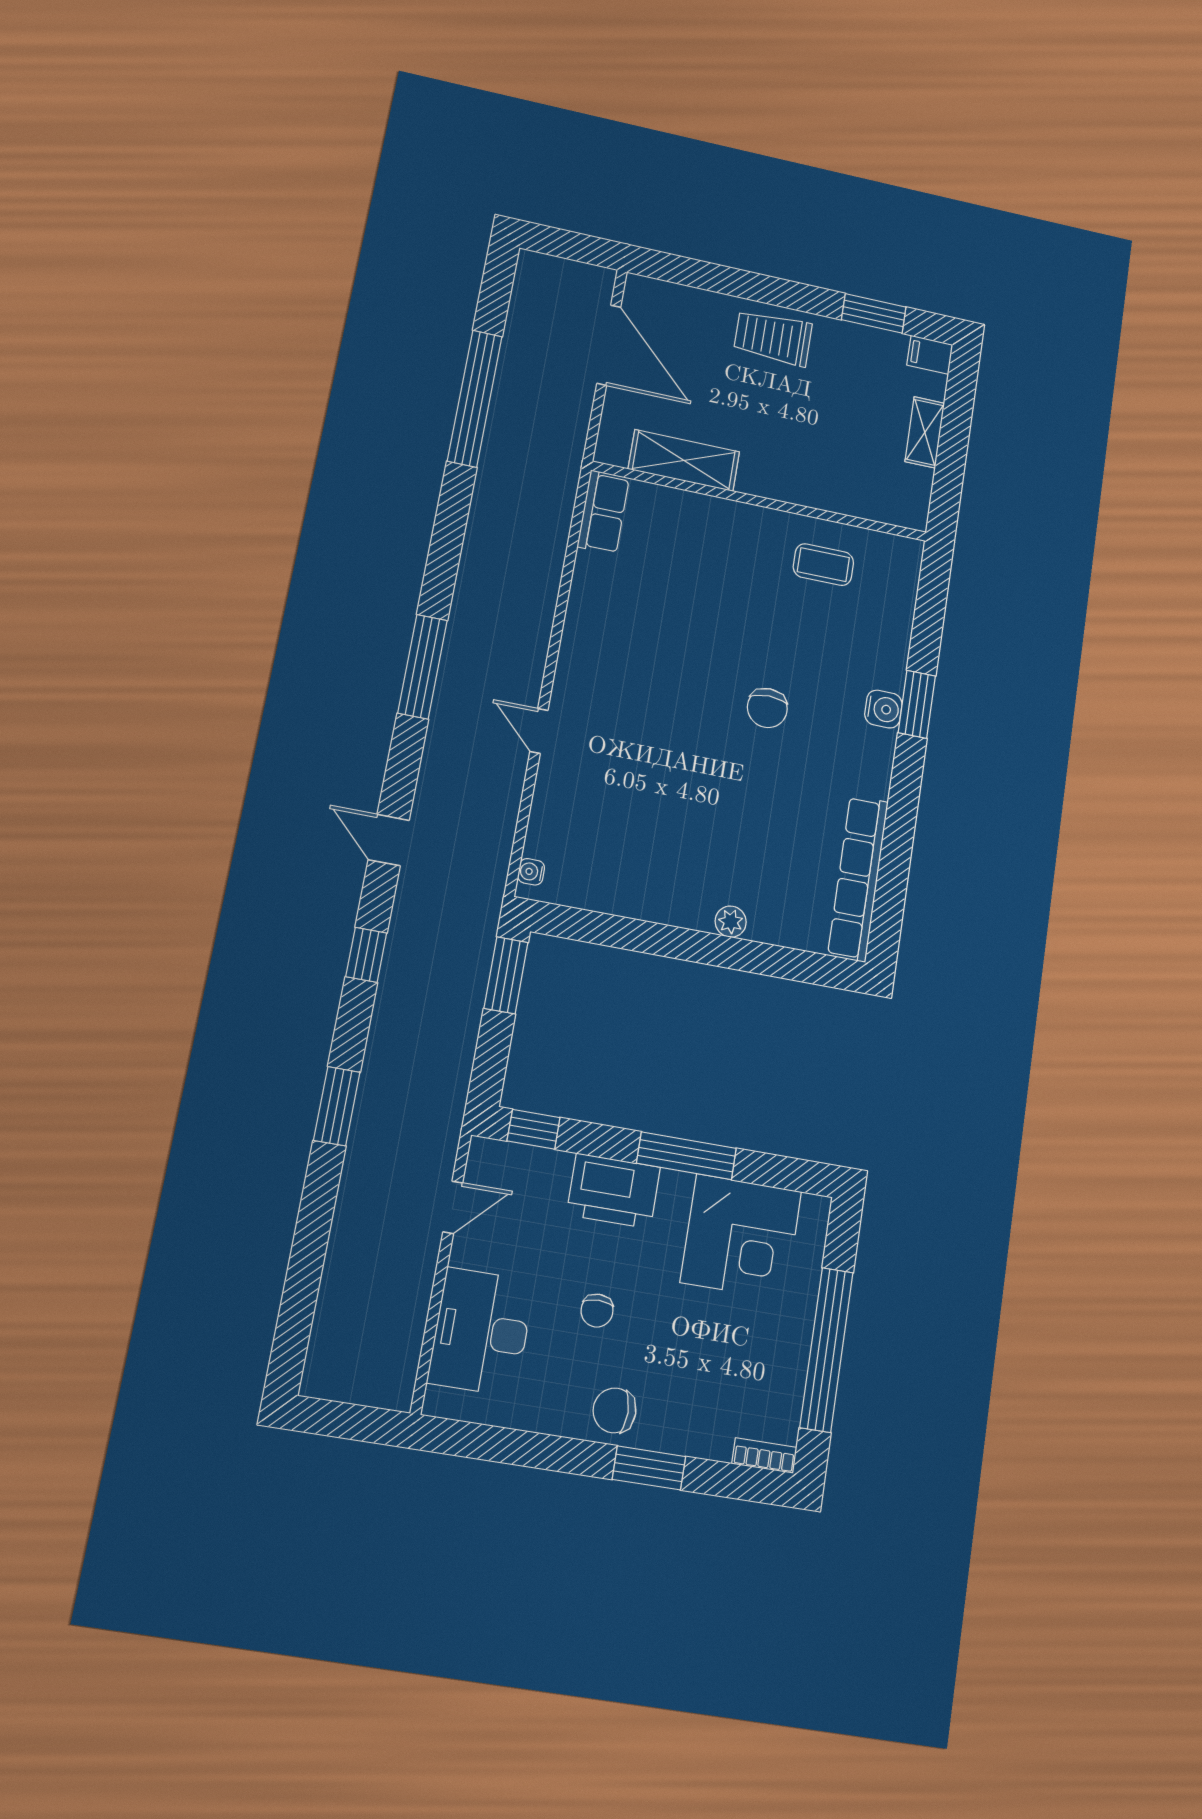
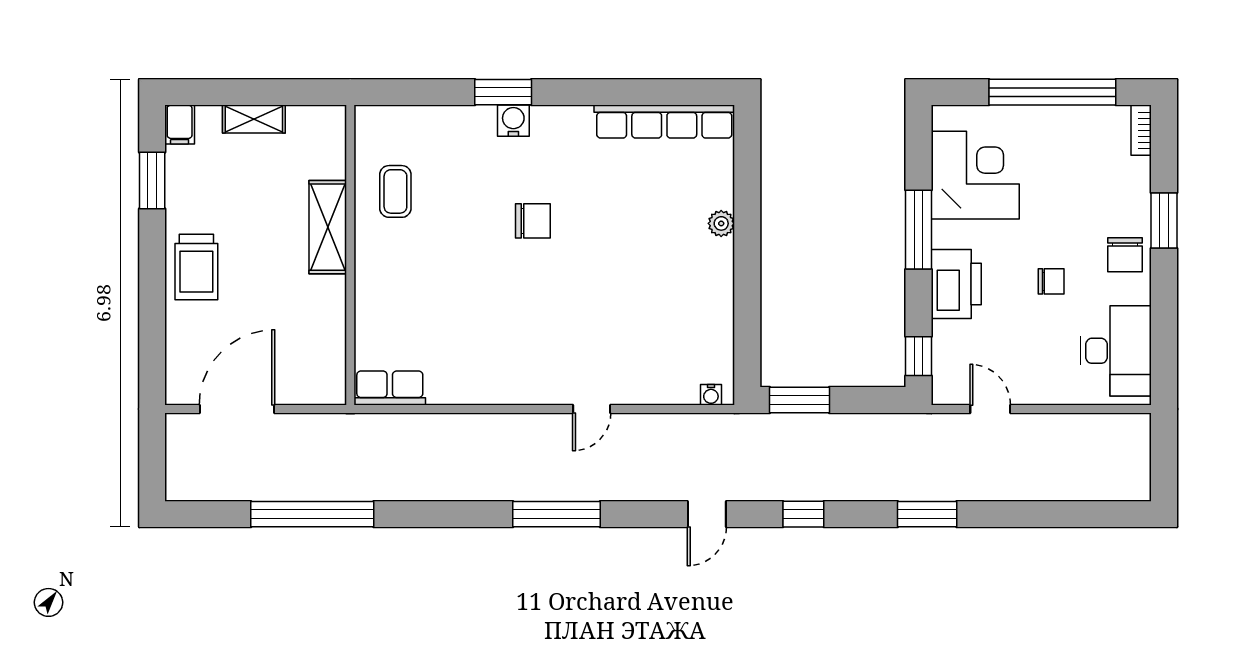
shelving: (684, 460) -> (328, 227), moved
desk: (481, 1332) -> (1116, 351), moved, turned -90

